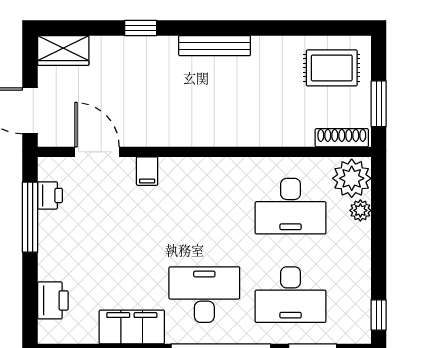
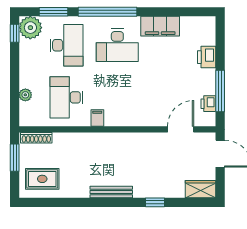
door: (97, 152) -> (181, 129), swing flipped
filing cabinet: (147, 171) -> (97, 118), moved
plant: (352, 178) -> (30, 28), moved
desk: (291, 206) -> (66, 97), turned -90
desk: (291, 295) -> (66, 45), turned 90
printer: (53, 300) -> (207, 57), moved

